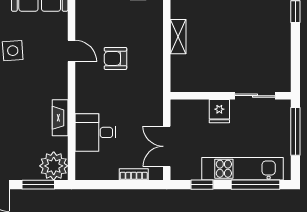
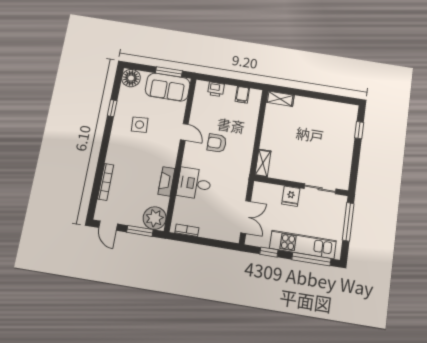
shelving: (178, 37) -> (263, 163), moved
desk: (95, 132) -> (194, 183), moved
double door: (167, 146) -> (246, 217), swing flipped
bookcase: (134, 174) -> (187, 230), moved

